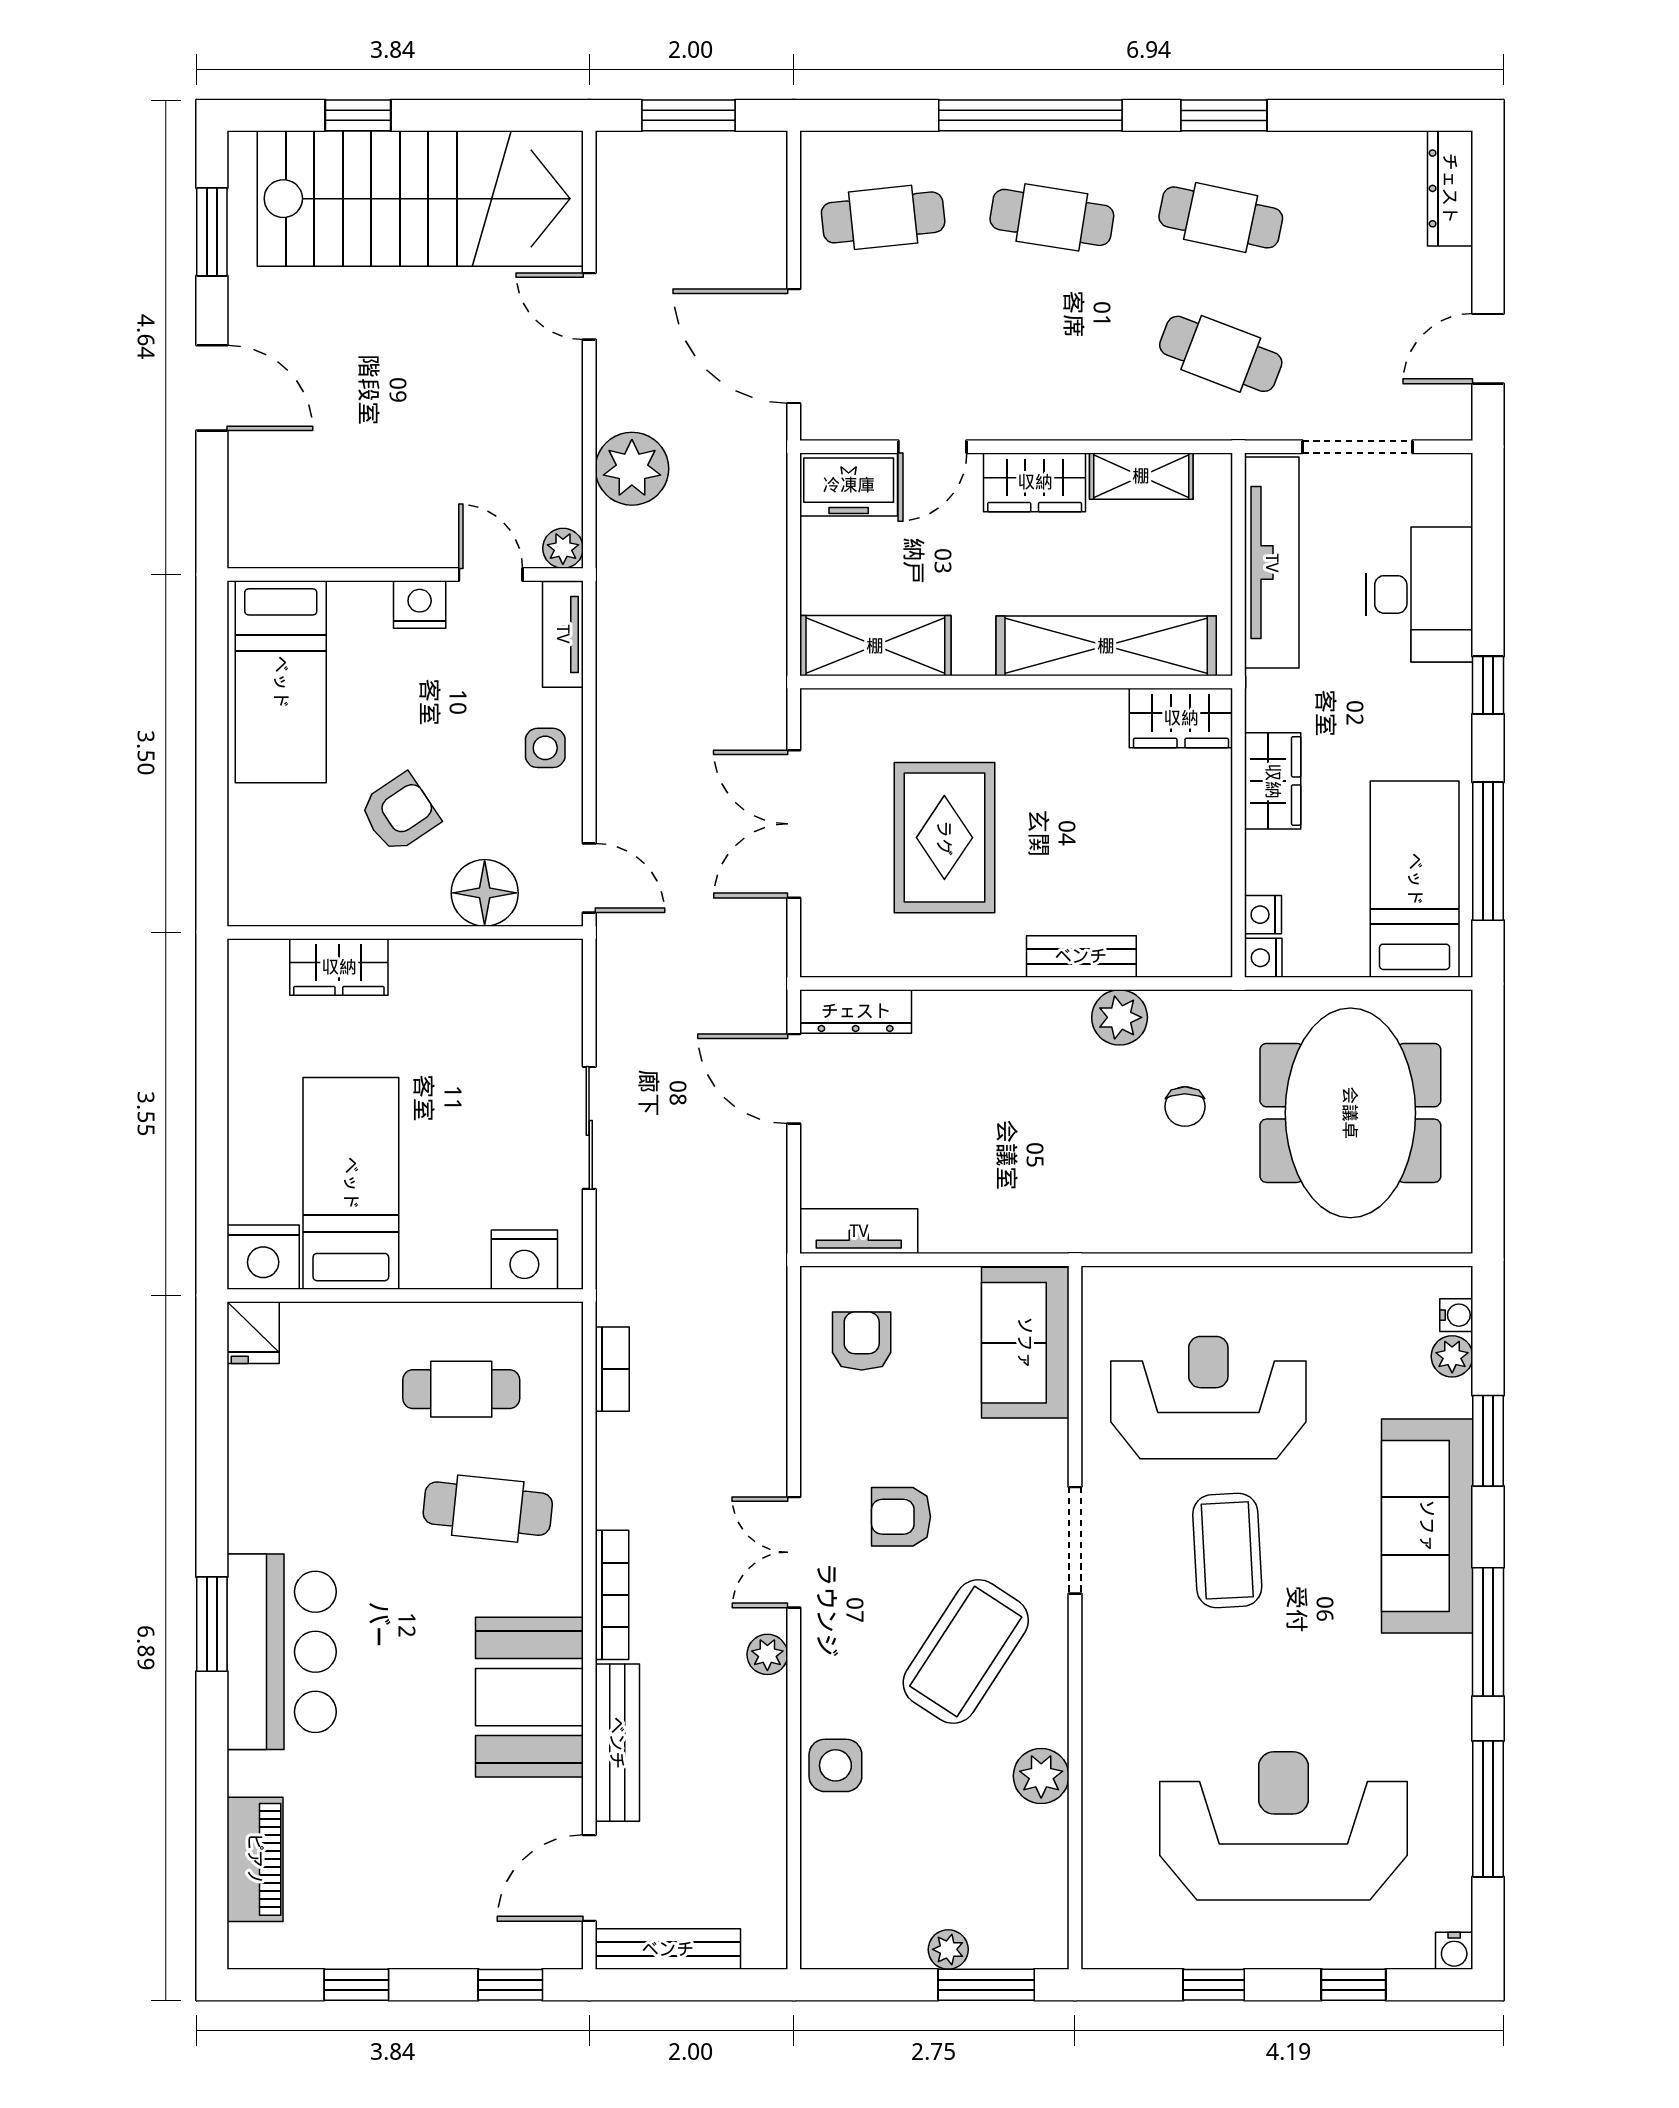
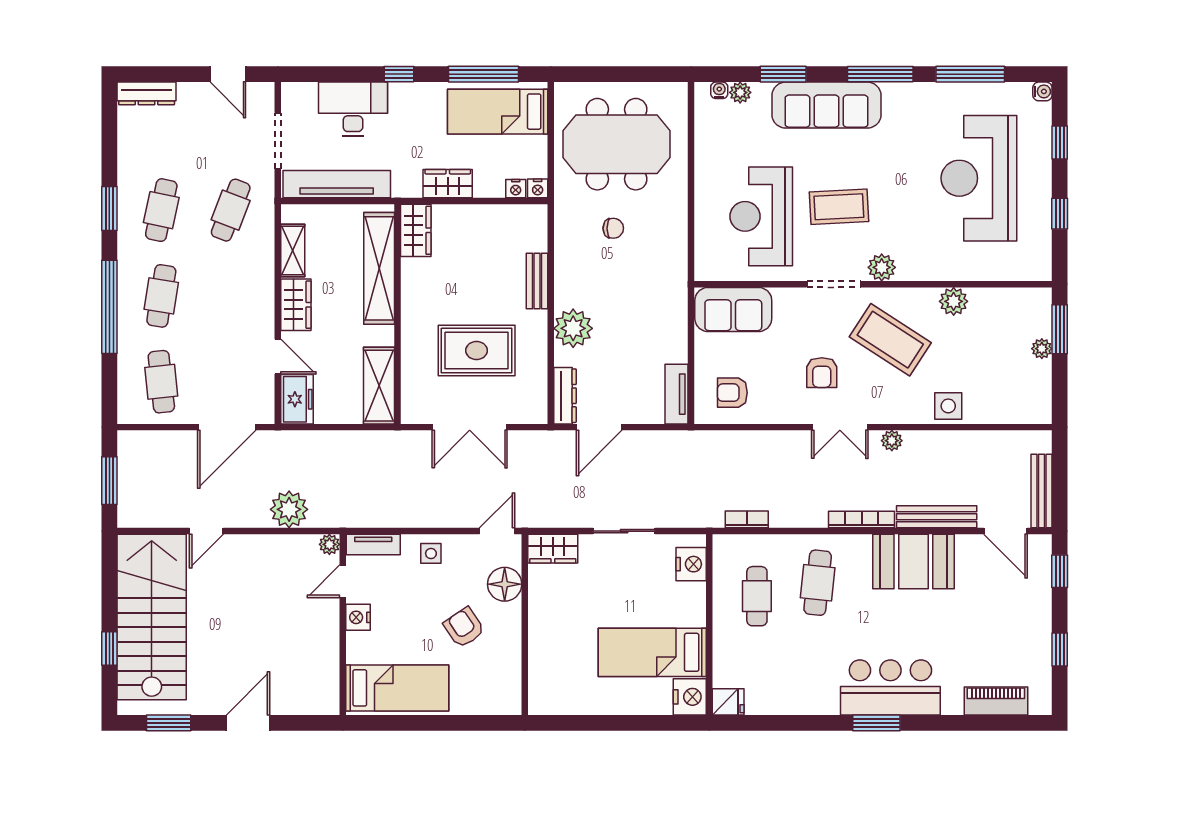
wardrobe: (339, 967) -> (553, 549), moved, turned 90
plant: (1120, 1017) -> (573, 328), moved, width x1.36, depth x1.36
plant: (1108, 1635) -> (882, 267), added

